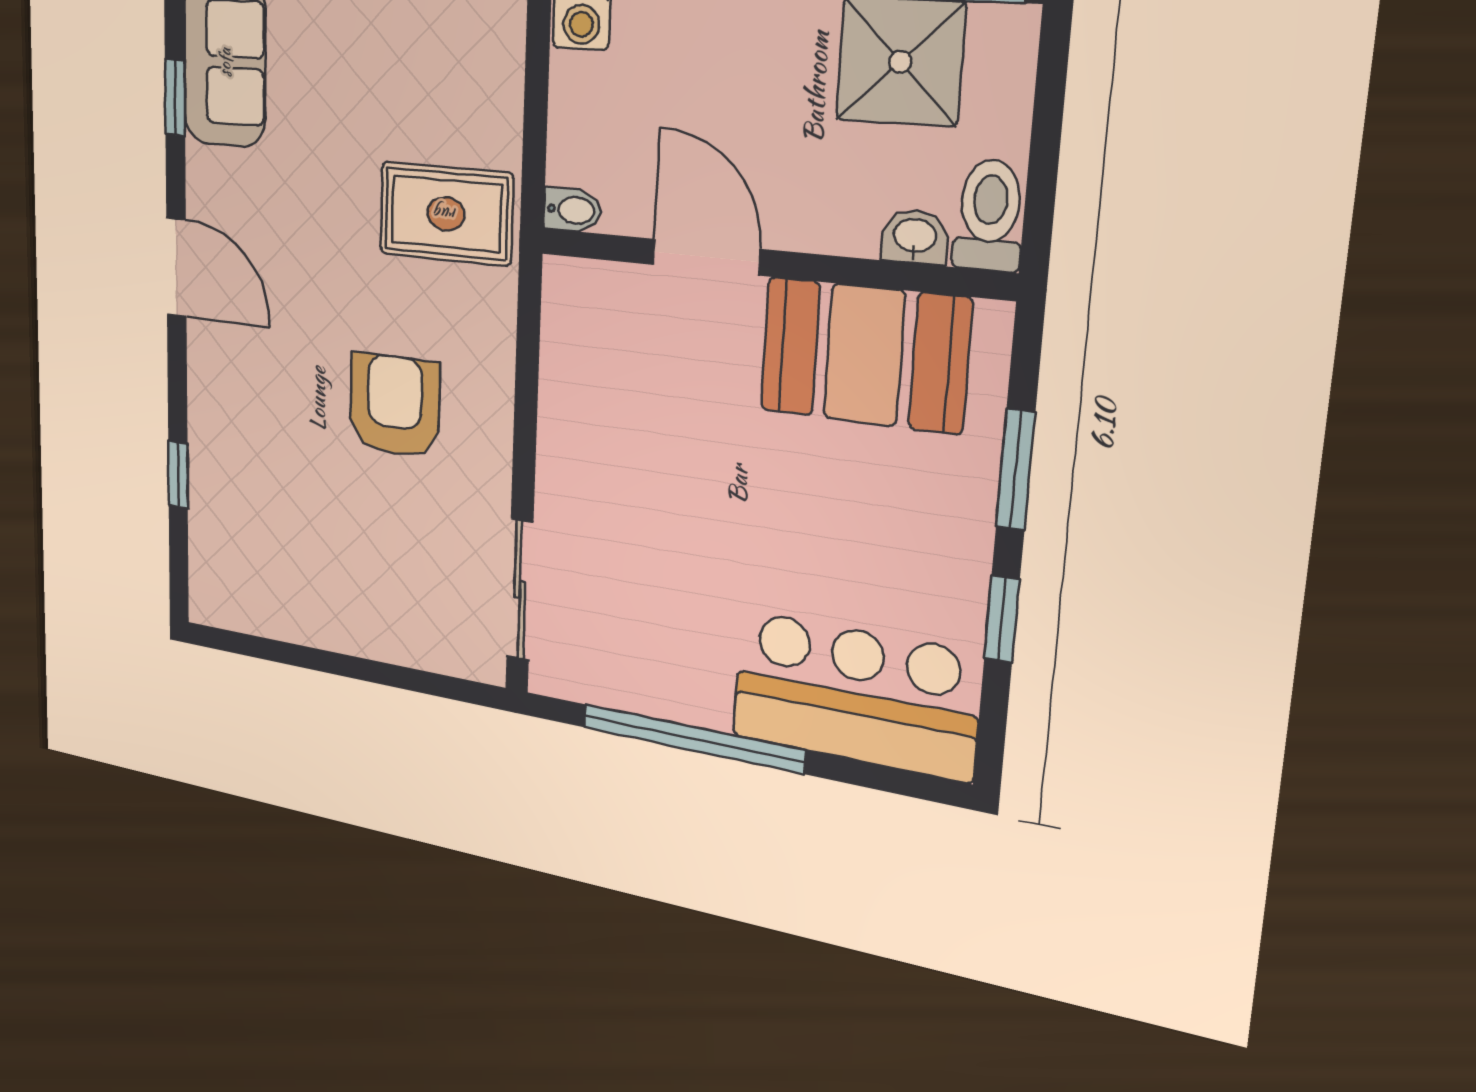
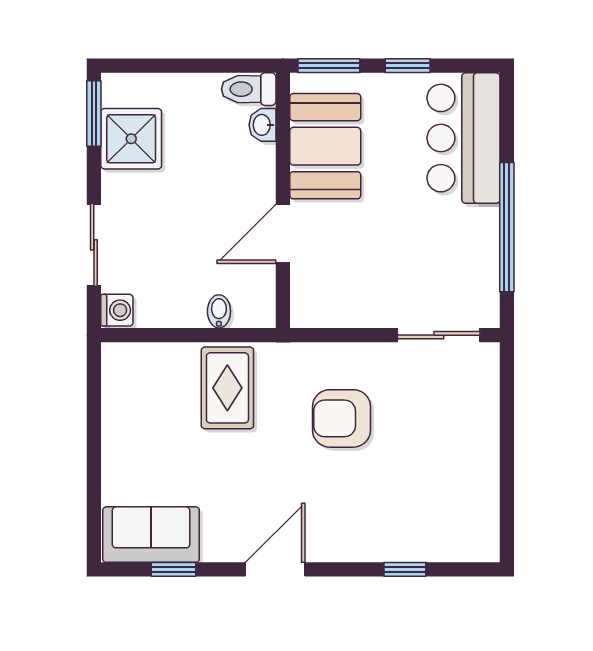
toilet: (989, 215) -> (249, 89), moved
washbasin: (915, 237) -> (262, 125), moved
door: (706, 257) -> (283, 234), moved
wall: (767, 263) -> (283, 200), moved
booth: (864, 355) -> (325, 146), moved

